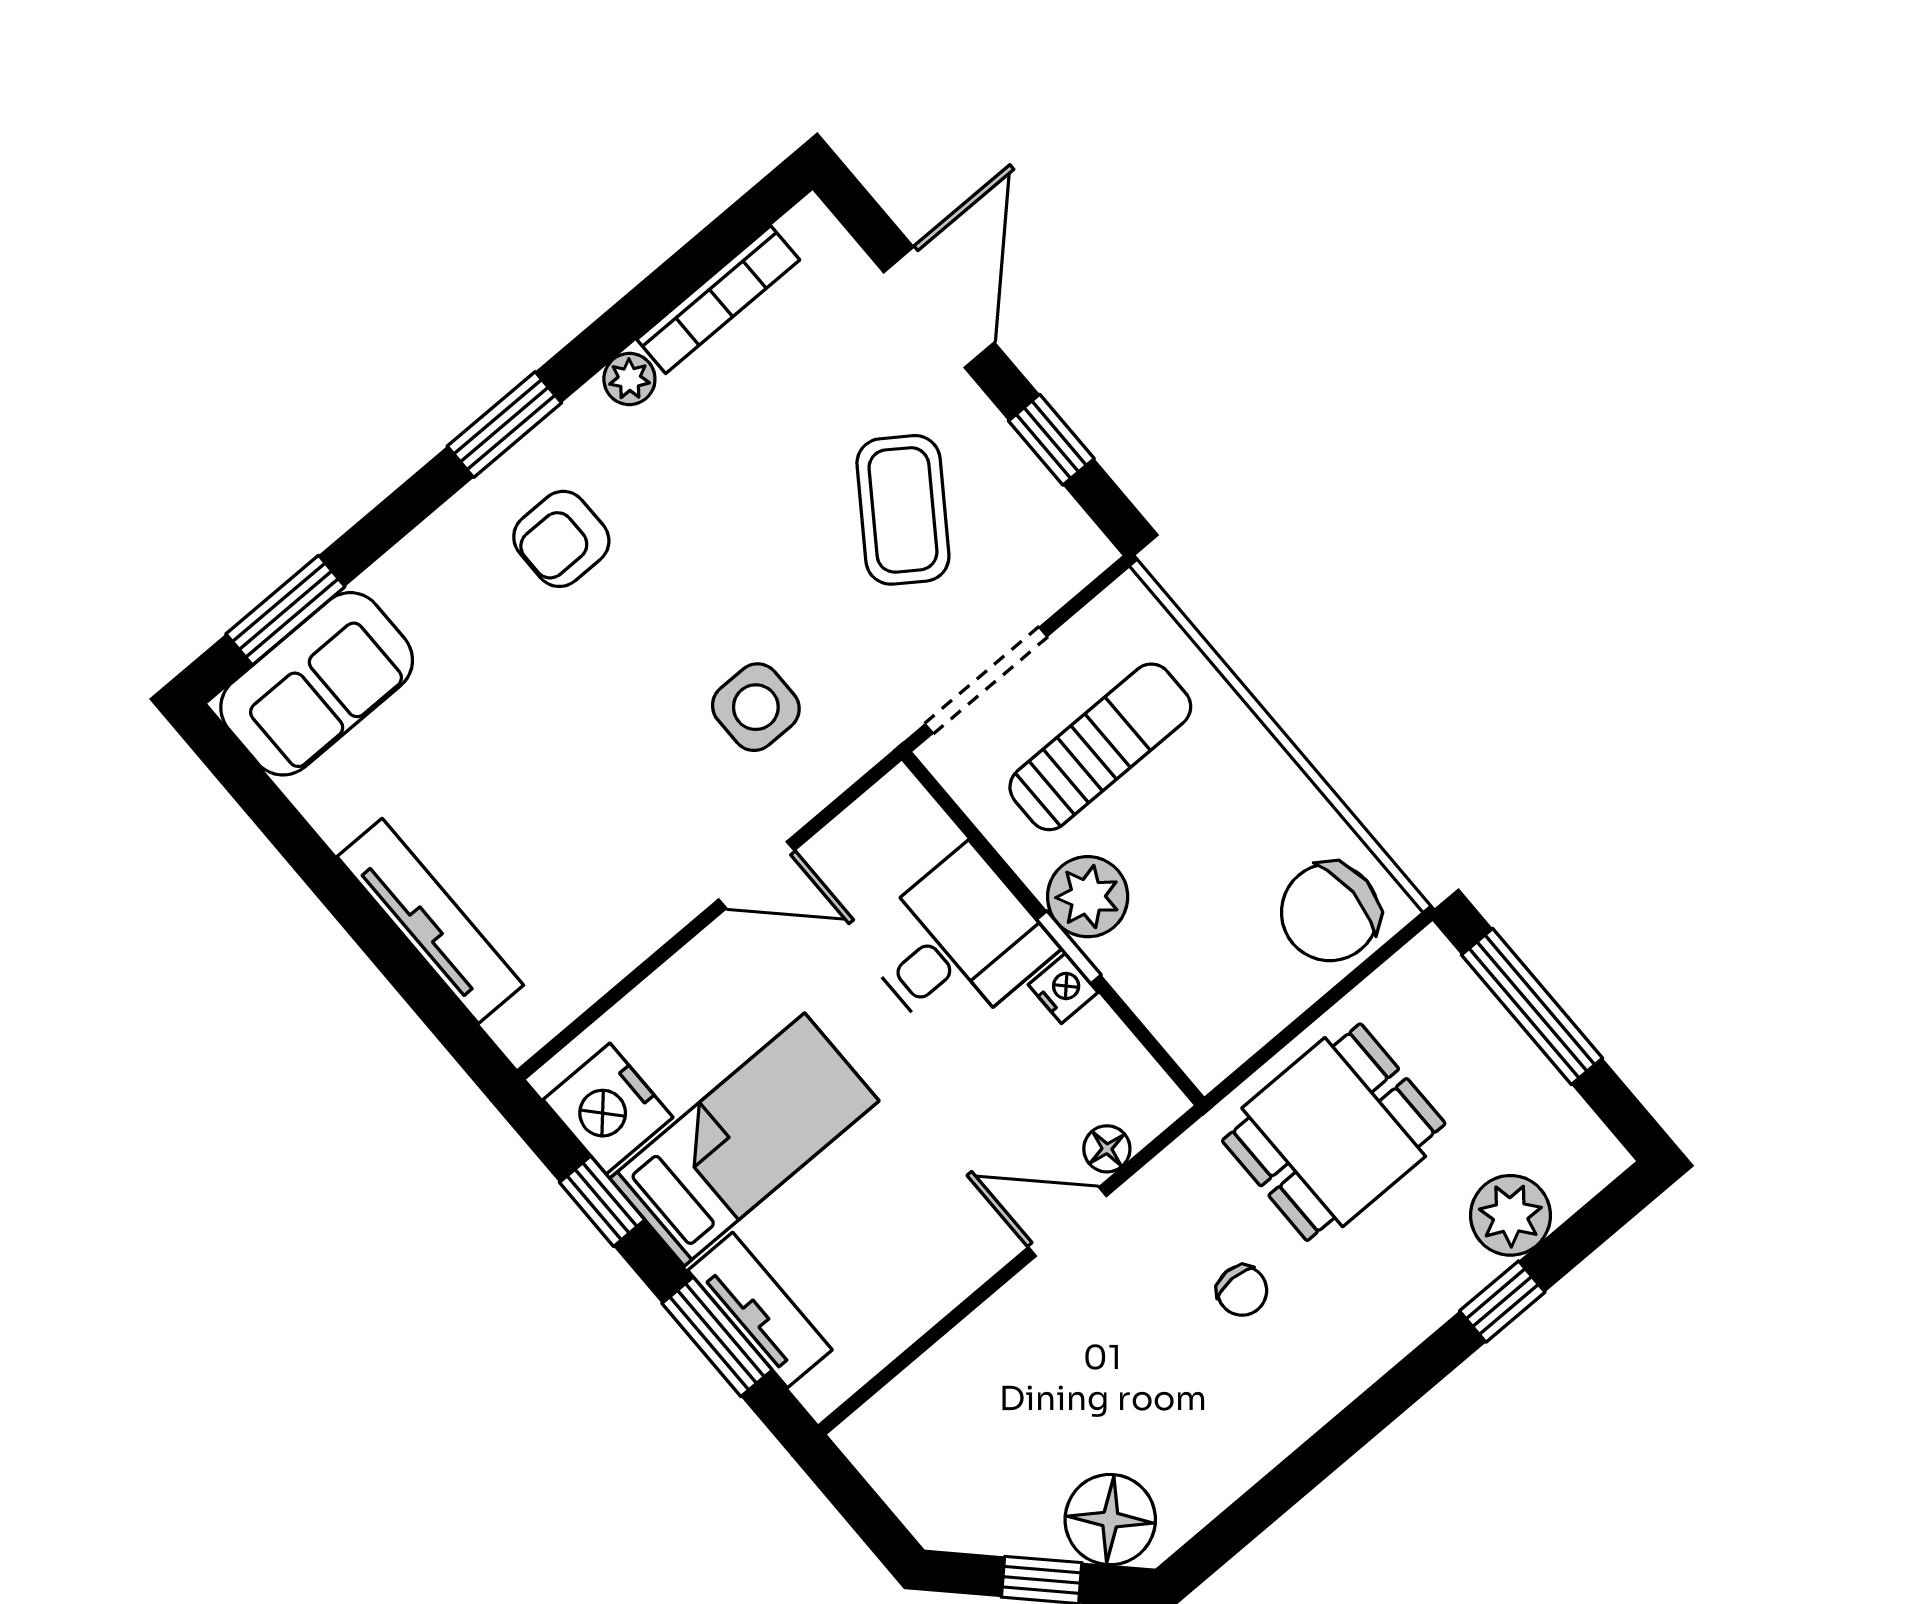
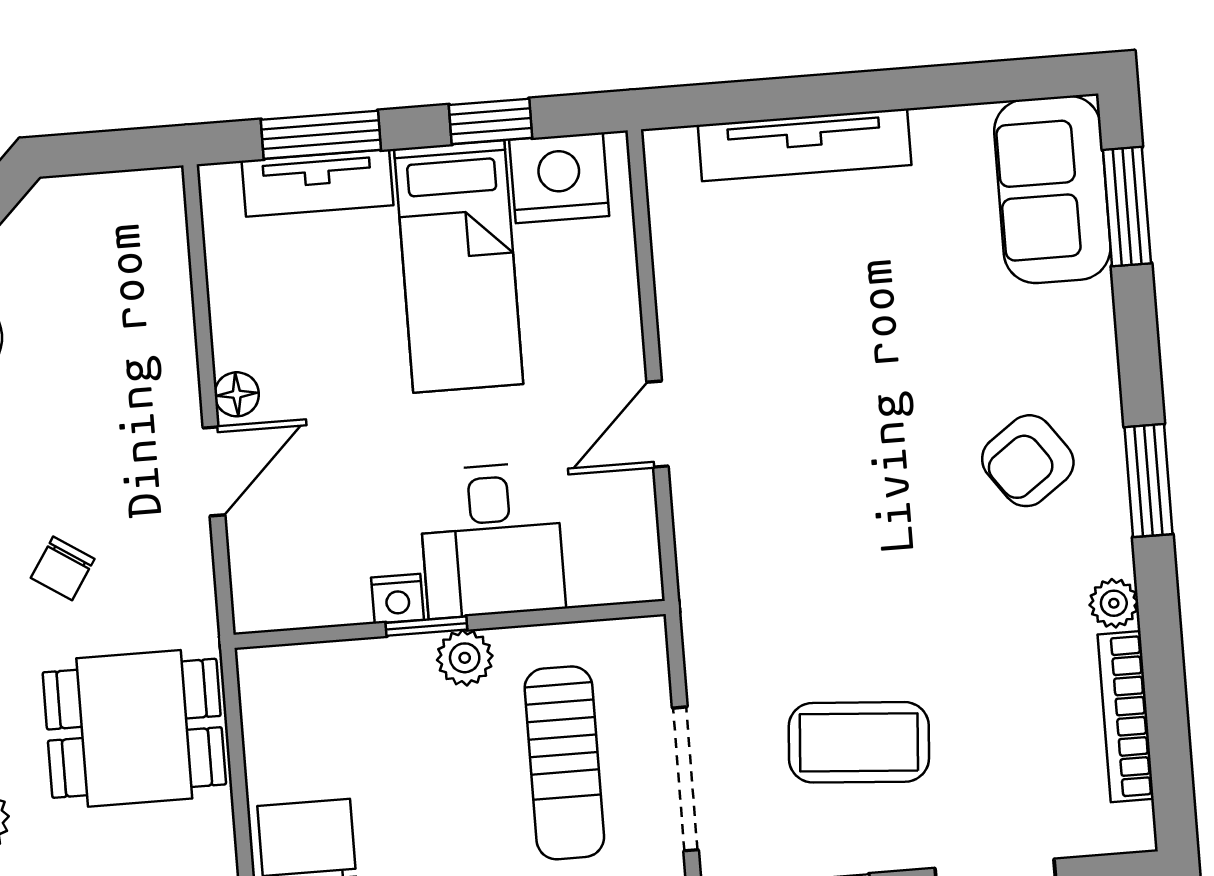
coffee table: (903, 510) -> (859, 742), turned -31
armchair: (561, 539) -> (1028, 461), turned -126
doorway: (986, 680) -> (685, 779), moved
side table: (756, 707) -> (788, 518), removed
plant: (1088, 897) -> (465, 658), width x0.73, depth x0.73
dining table: (1334, 1132) -> (134, 728), turned 90
floor lamp: (1107, 1149) -> (237, 394), moved
chair: (1242, 1291) -> (63, 568), turned -57

